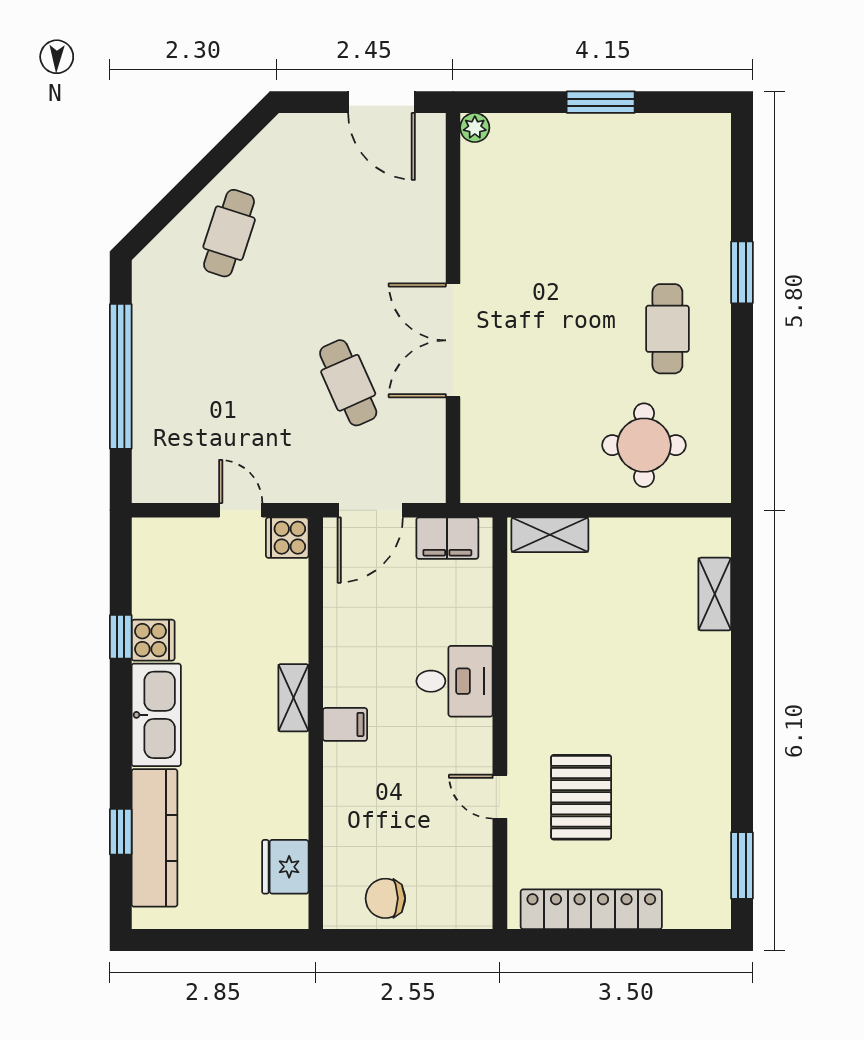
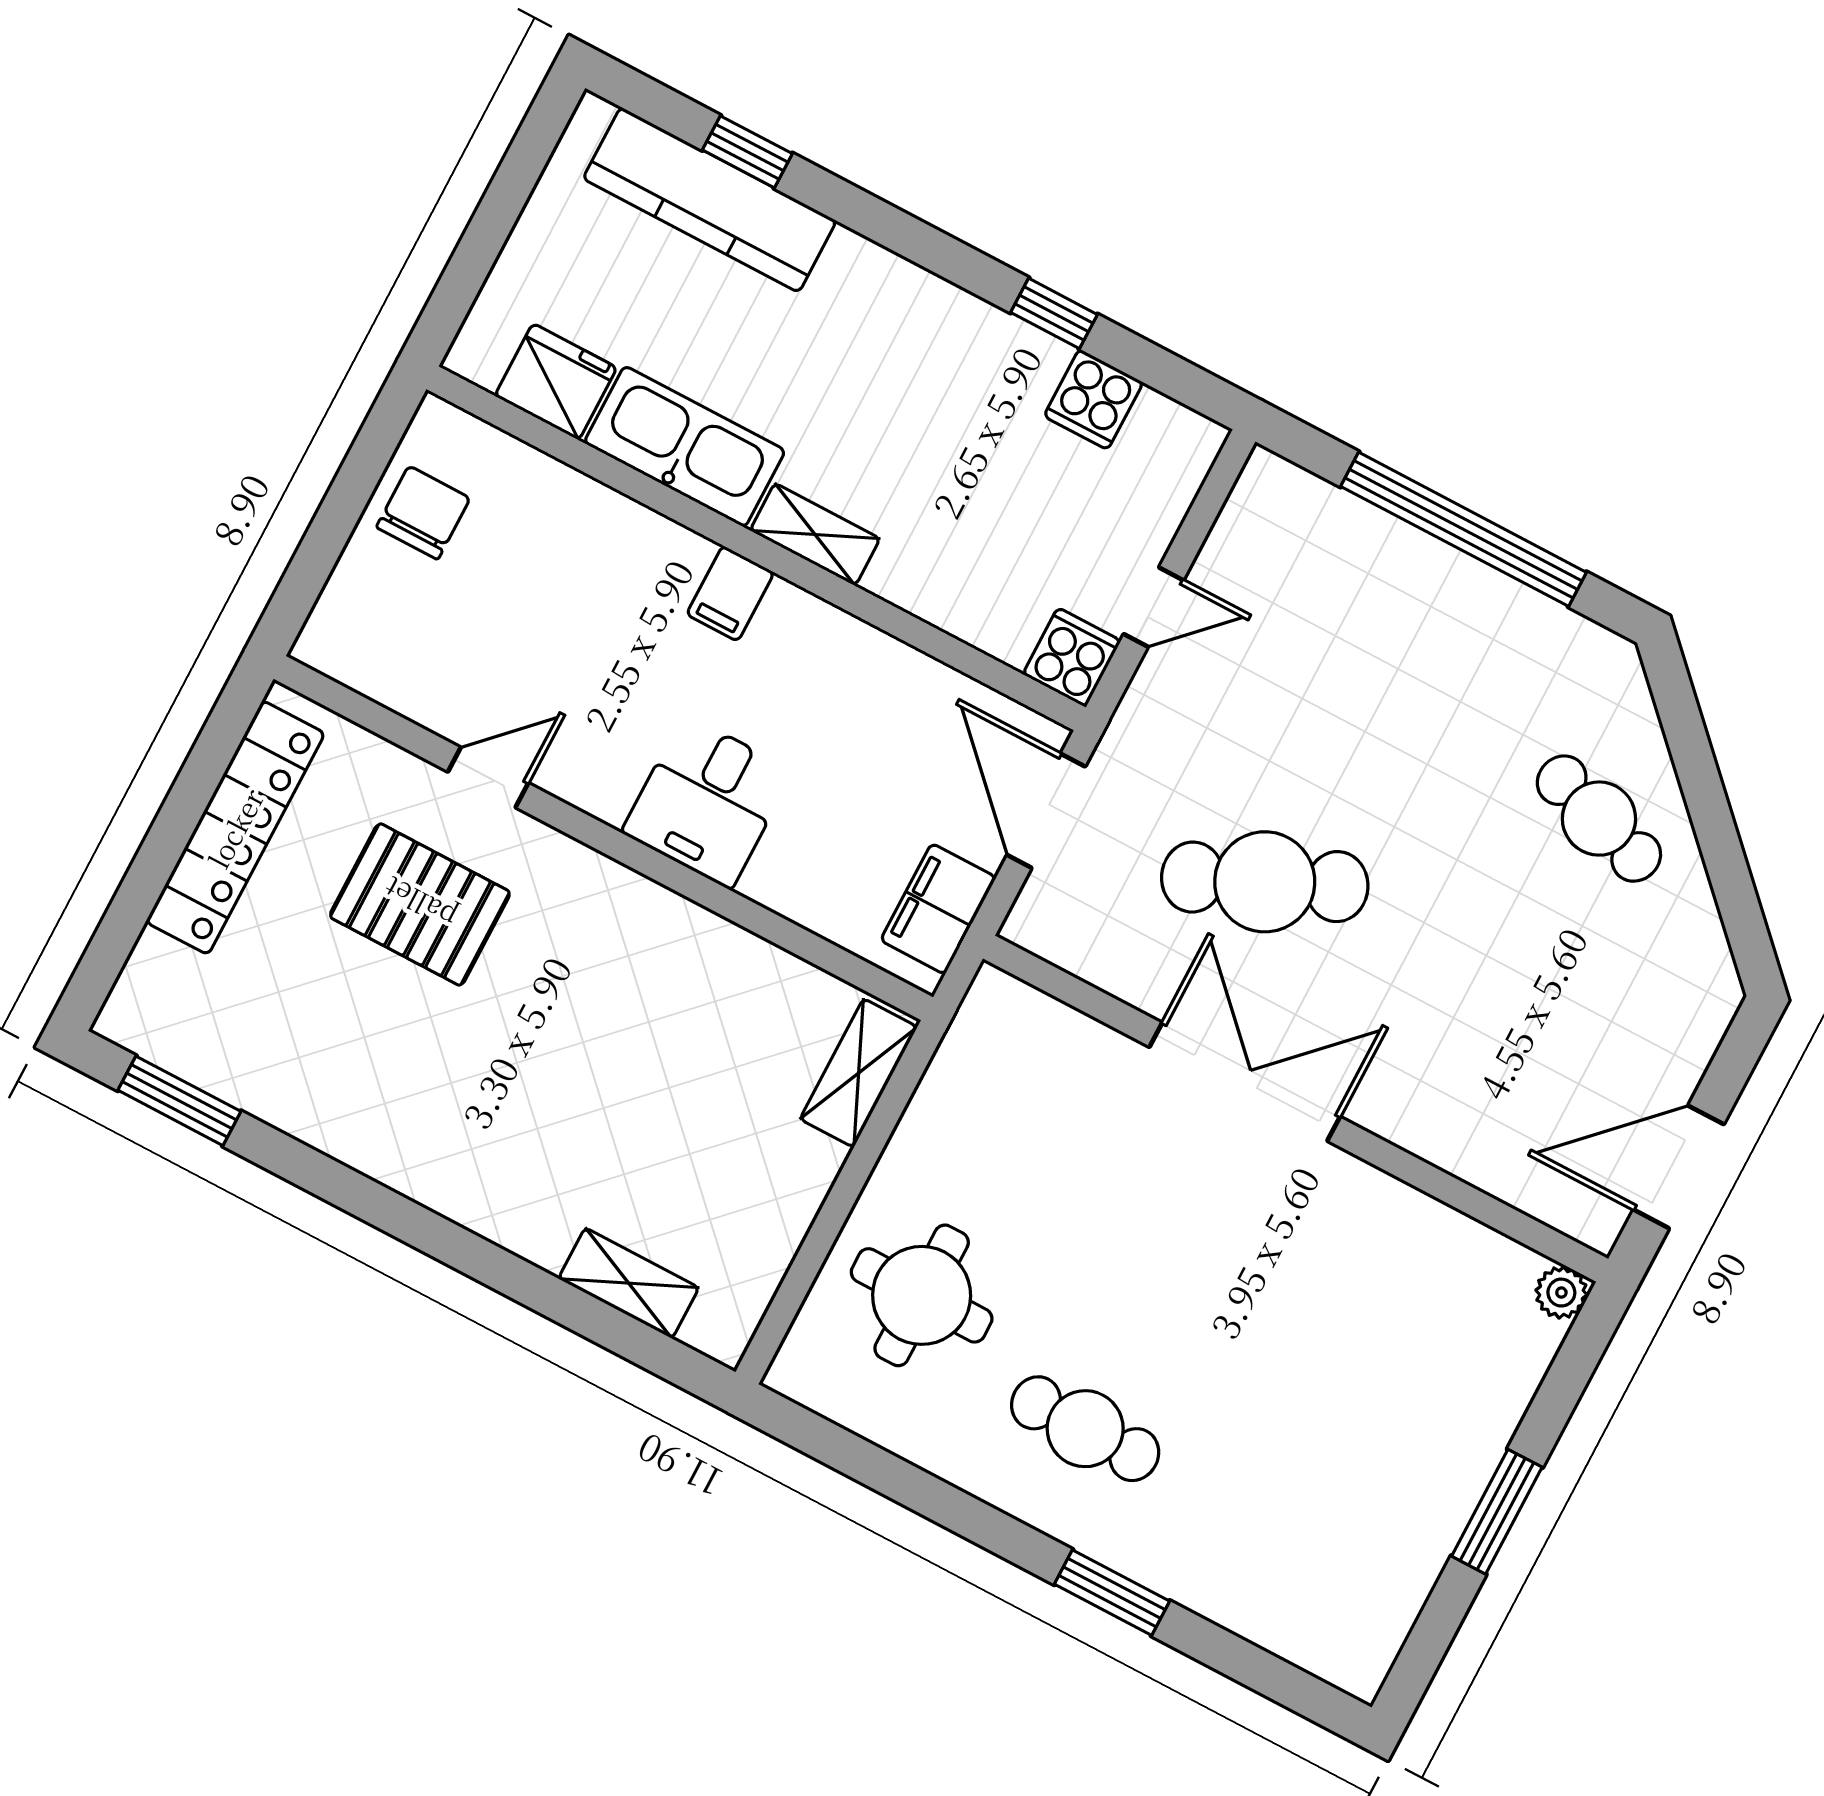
cafe table: (348, 383) -> (1265, 882), width x1.37, depth x1.35
cooker: (153, 640) -> (1093, 399), moved
kitchen sink: (156, 715) -> (685, 447), moved, turned 180

